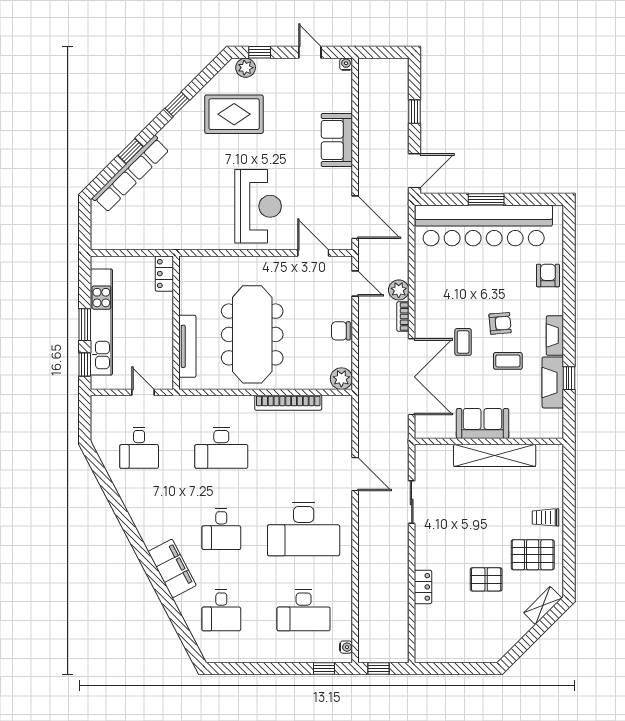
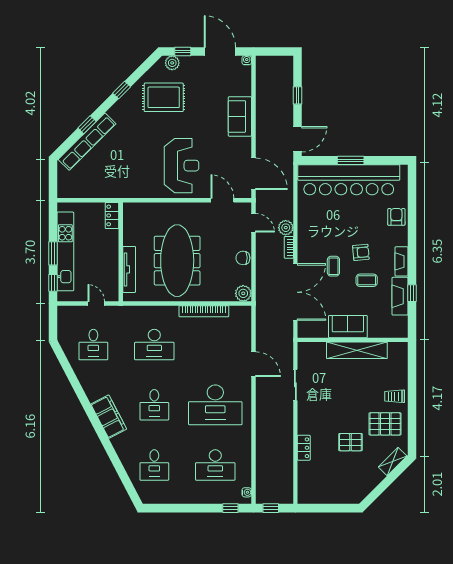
door: (310, 52) -> (220, 51), width x1.87
filing cabinet: (172, 568) -> (109, 417), moved

